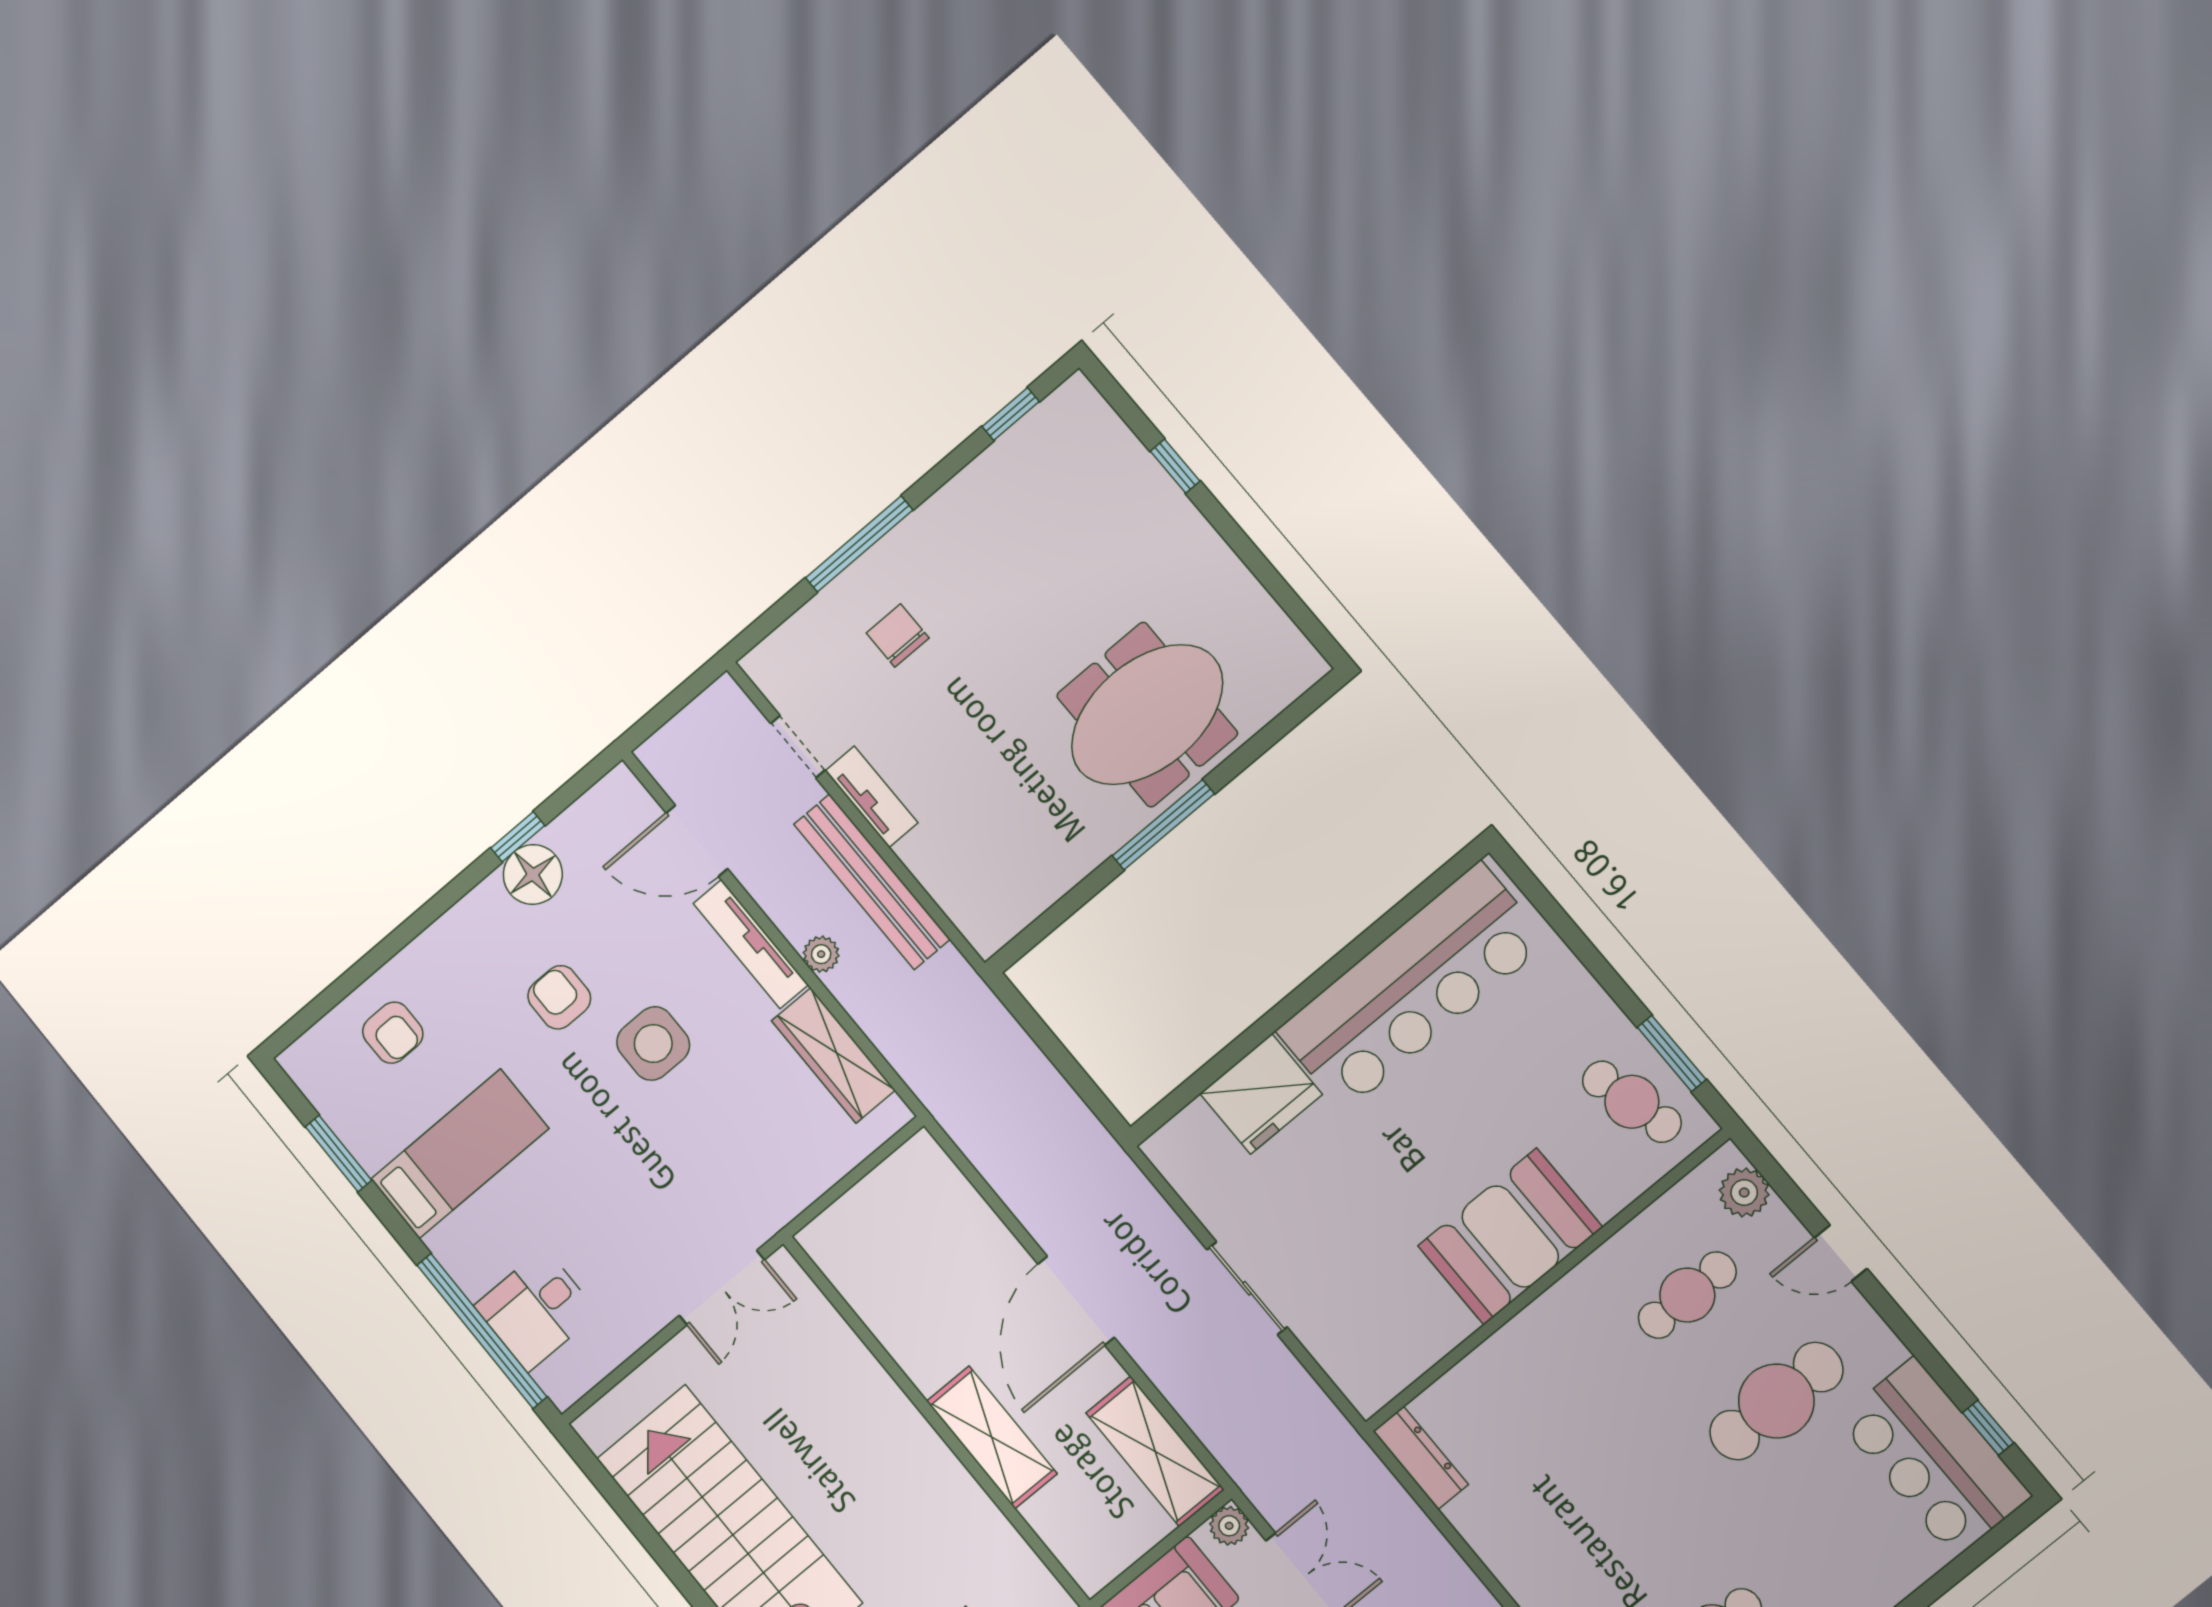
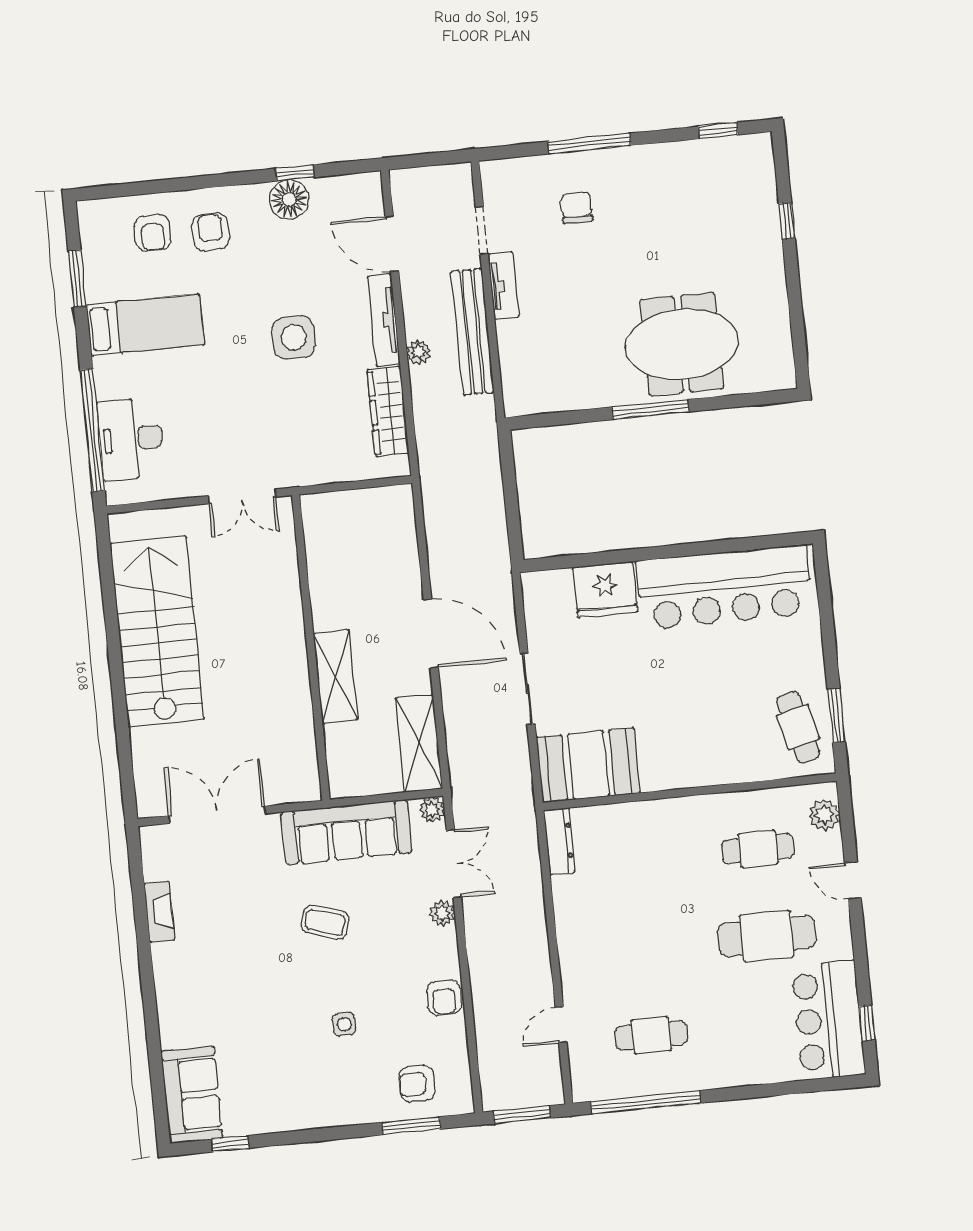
armchair: (559, 997) -> (211, 232), moved
booth: (1510, 1236) -> (588, 765), moved
door: (1076, 1301) -> (431, 634), swing flipped
desk: (536, 1310) -> (131, 439), width x1.37

